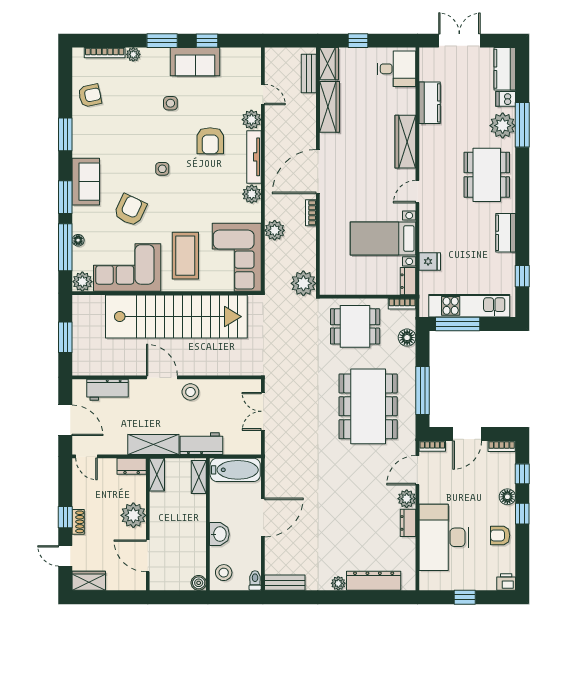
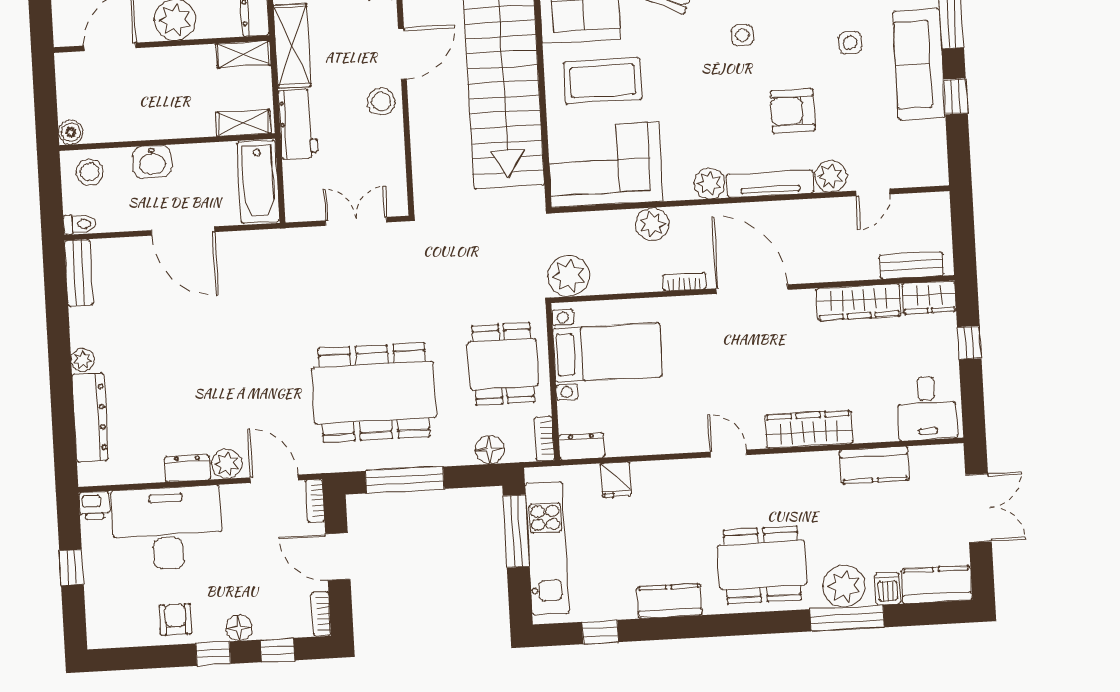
sofa: (195, 62) -> (919, 64), width x1.36
bed with nightstands: (383, 238) -> (607, 352), moved, turned 90
printer: (506, 582) -> (94, 505), moved, turned 90

